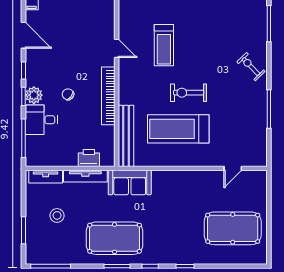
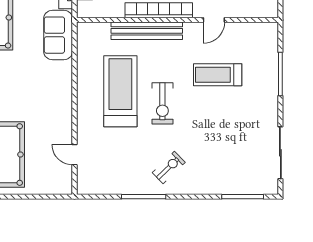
exercise bike: (251, 67) -> (169, 167), moved
exercise bike: (189, 93) -> (162, 103), turned 180
bench: (126, 136) -> (147, 31), moved

